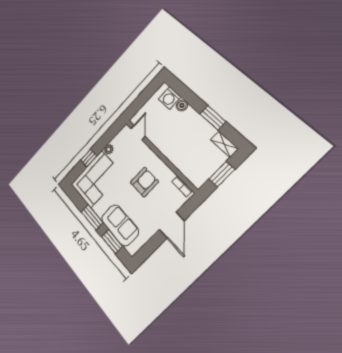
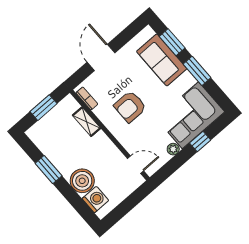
boiler: (182, 105) -> (82, 181), width x1.86, depth x1.86
door: (138, 132) -> (135, 165), swing flipped
shelving: (224, 144) -> (86, 122), moved

